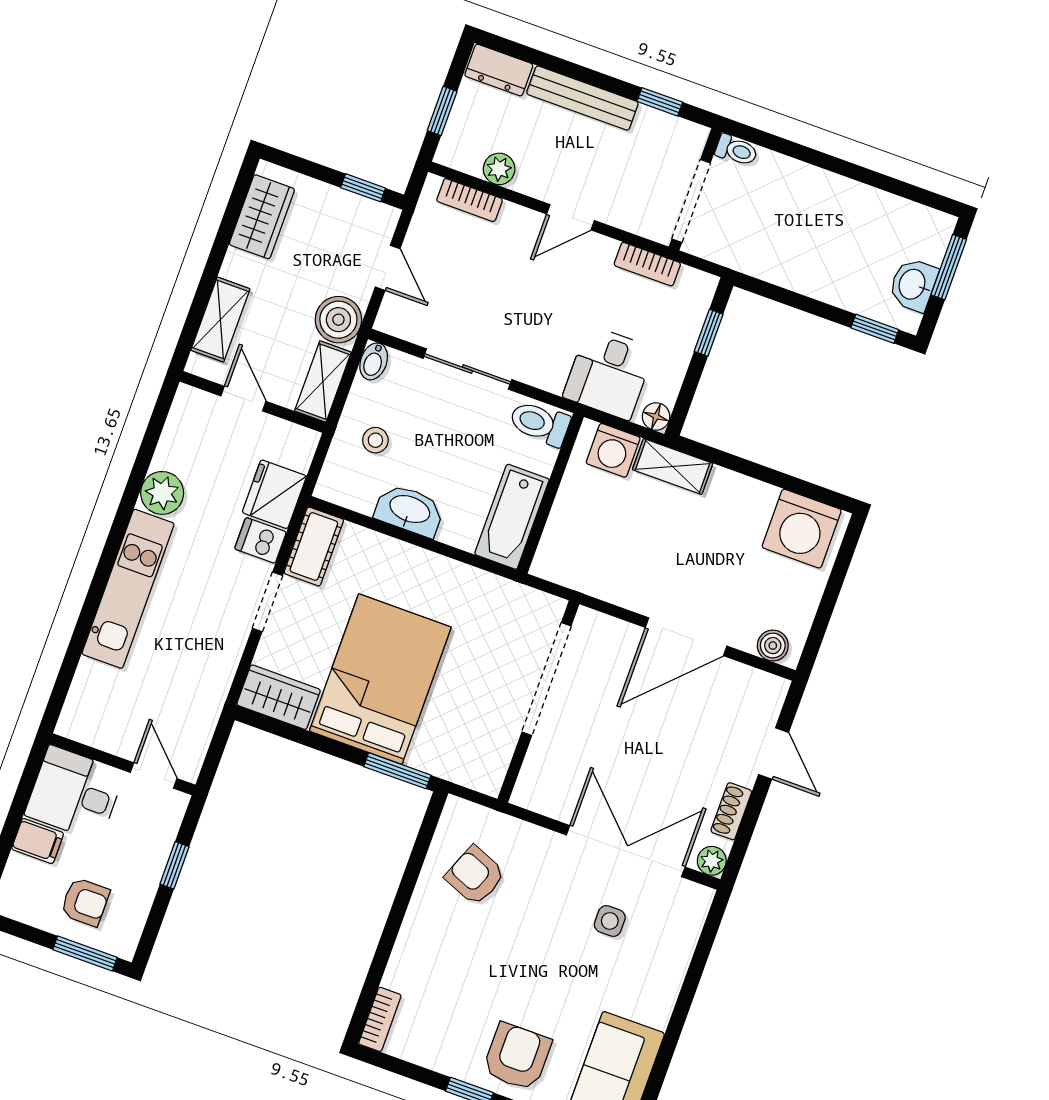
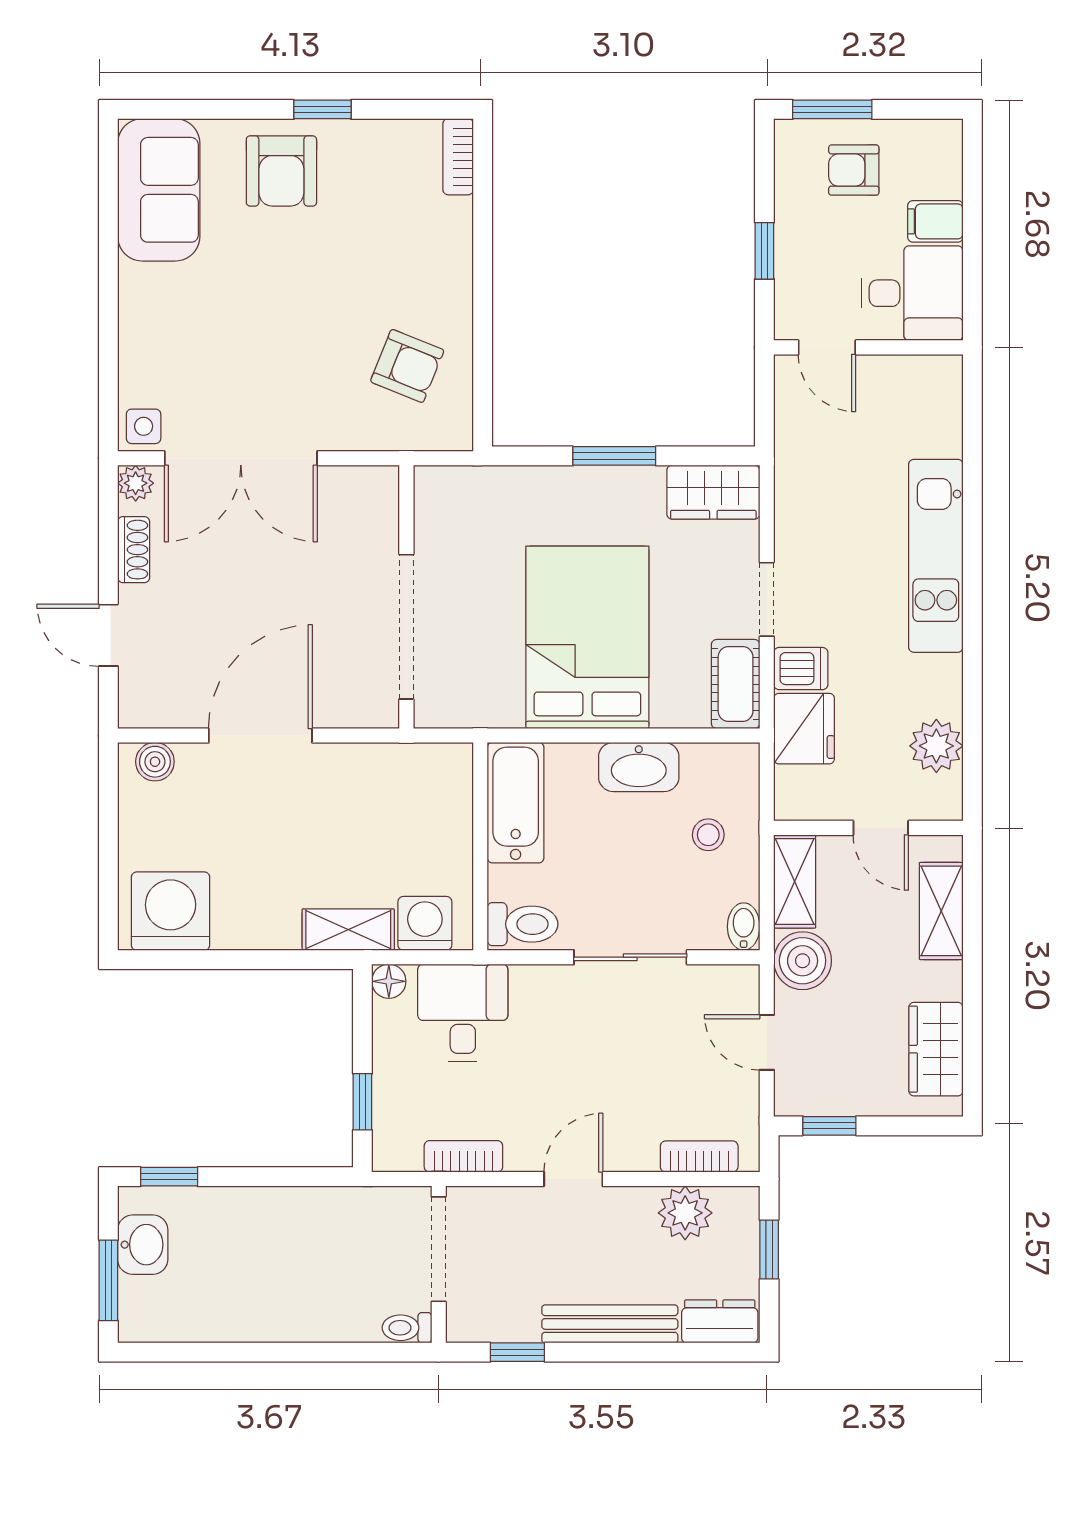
plant: (499, 169) -> (685, 1213), width x1.38, depth x1.38
plant: (162, 493) -> (936, 746), moved
bed: (380, 679) -> (587, 637), moved, turned 180
window: (397, 771) -> (614, 456), moved
side table: (610, 921) -> (144, 426), moved

